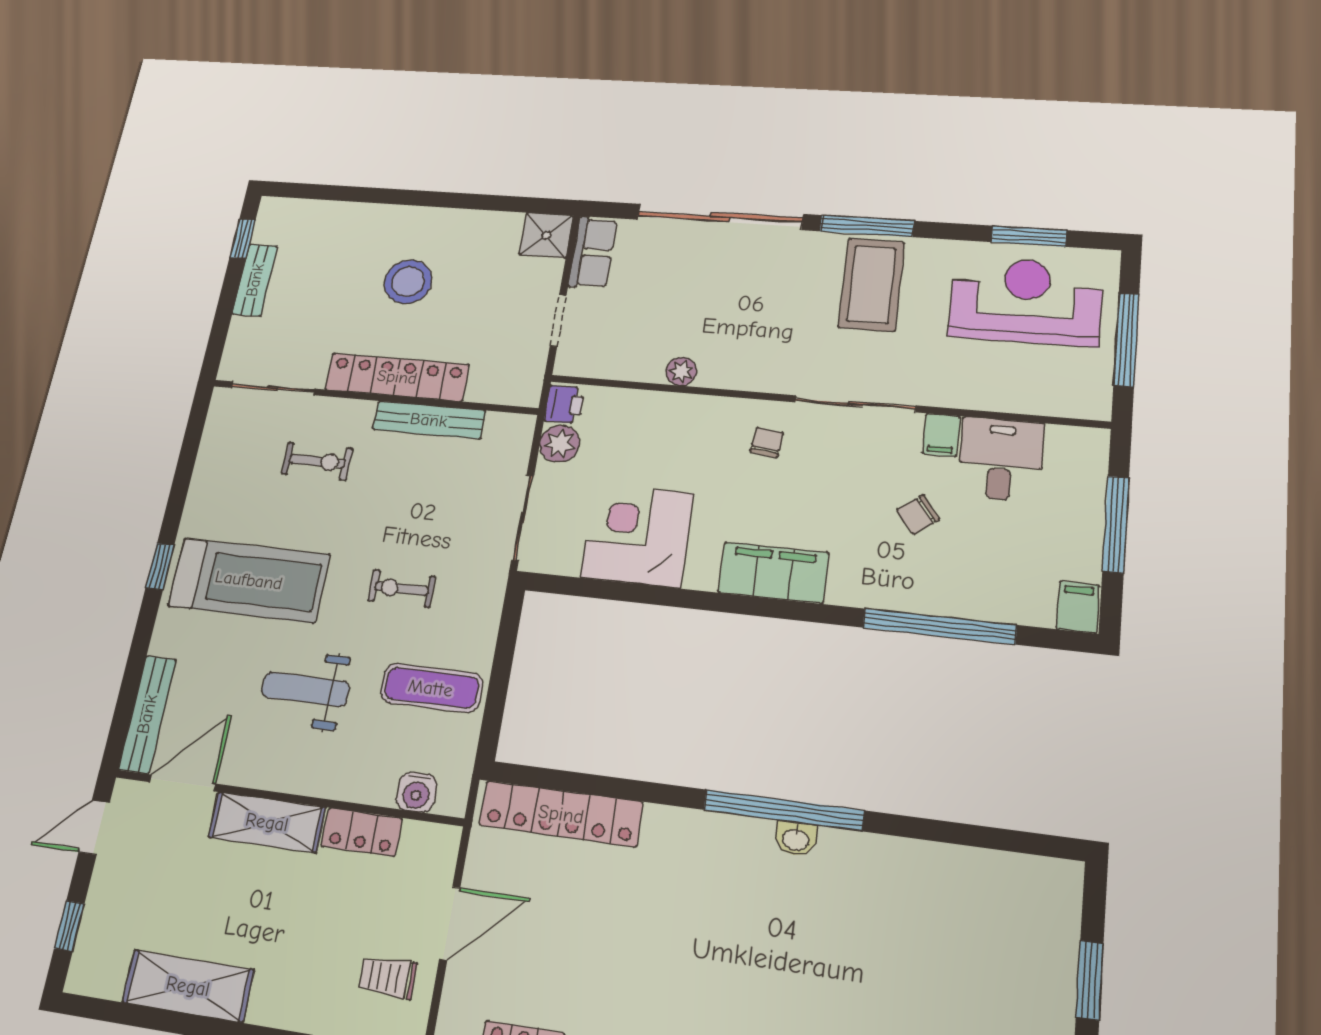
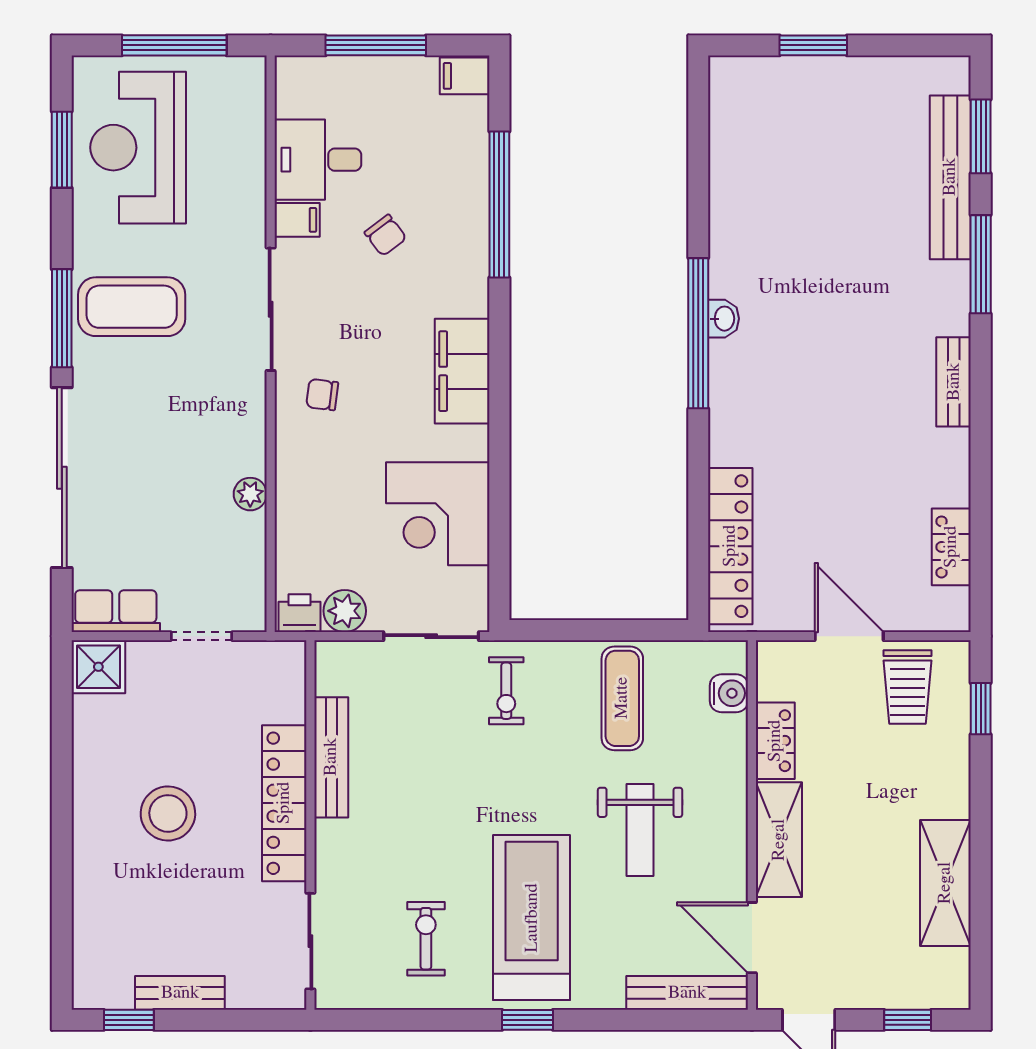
exercise bike: (317, 461) -> (426, 939), moved
exercise bike: (401, 589) -> (506, 691), moved
trolley: (388, 977) -> (908, 687), width x1.36, depth x1.39

